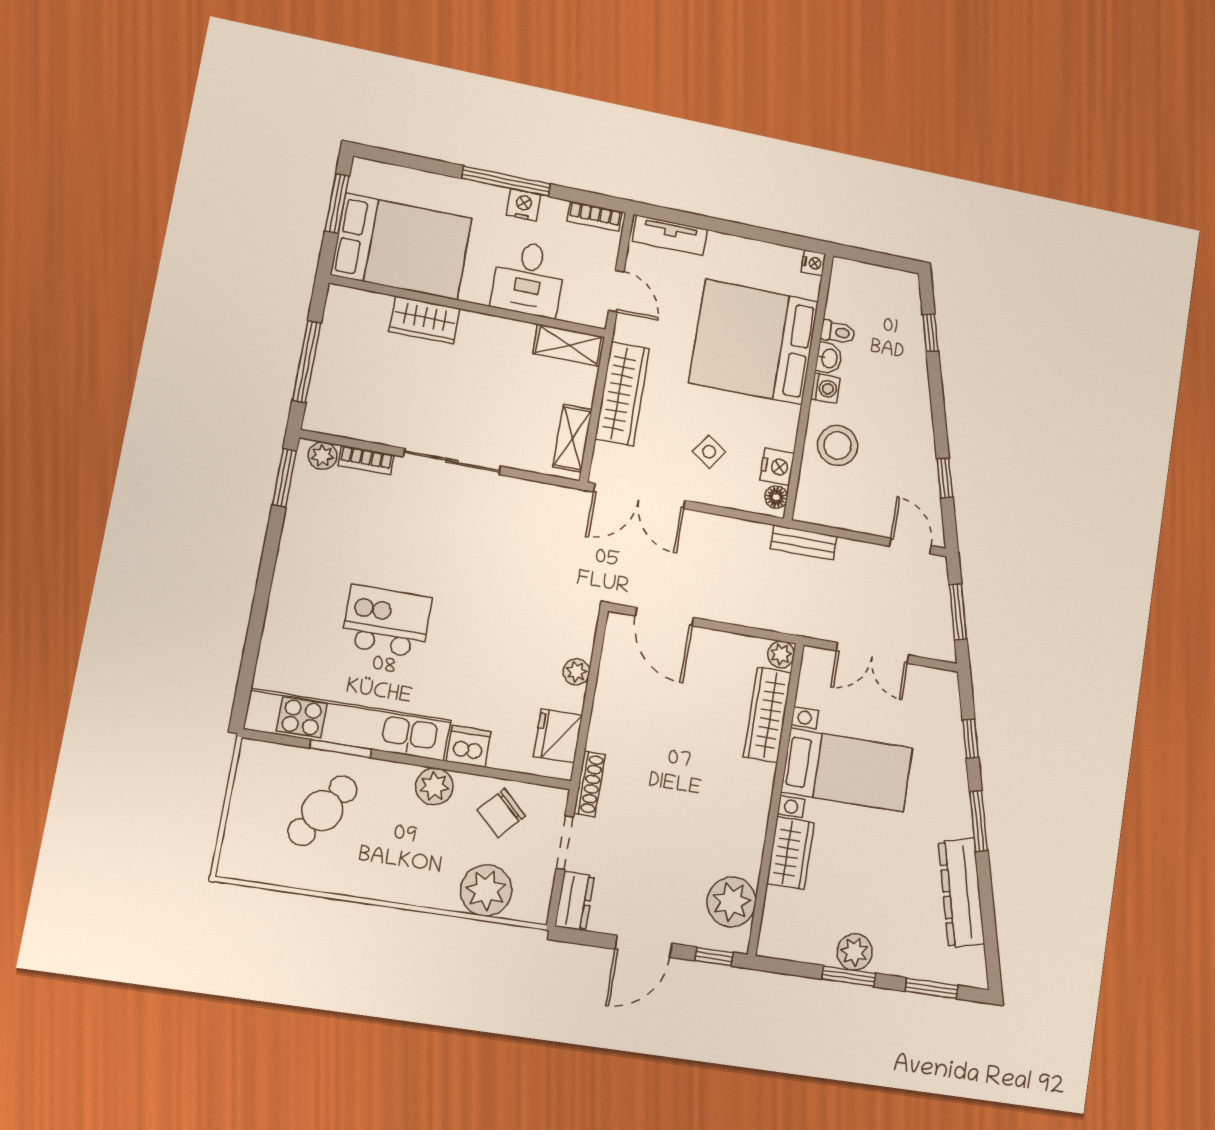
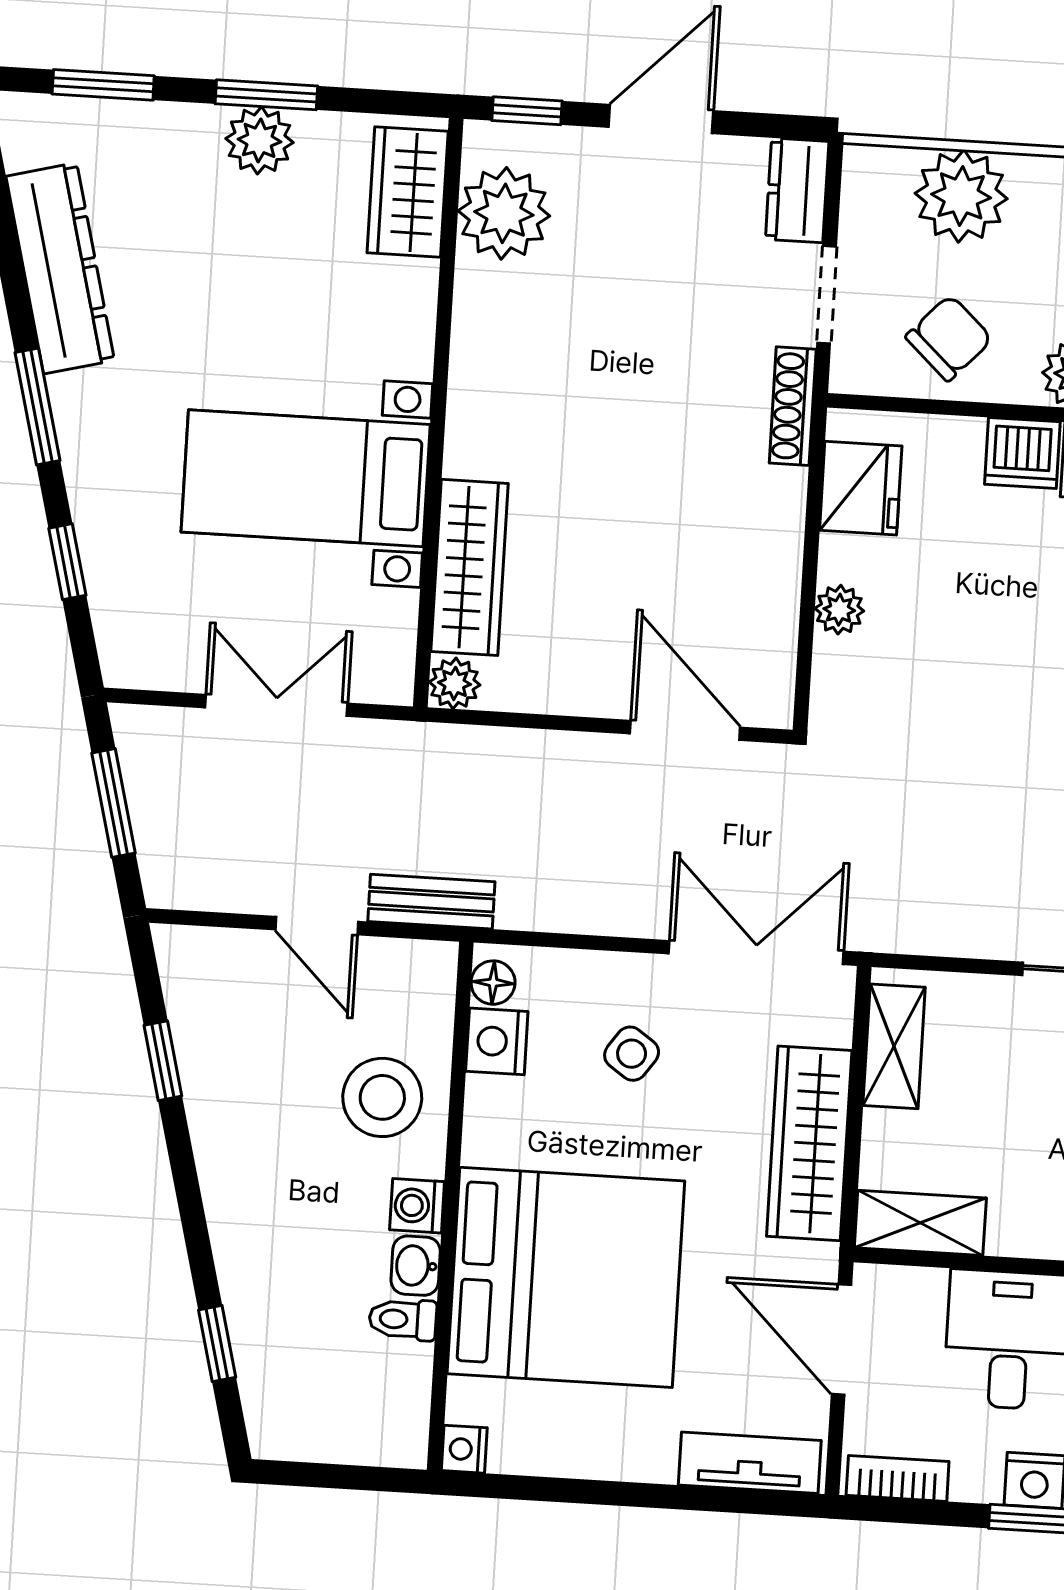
door: (616, 291) -> (841, 1340), width x1.38
door: (911, 546) -> (317, 926), moved
wardrobe: (790, 853) -> (408, 192), moved

